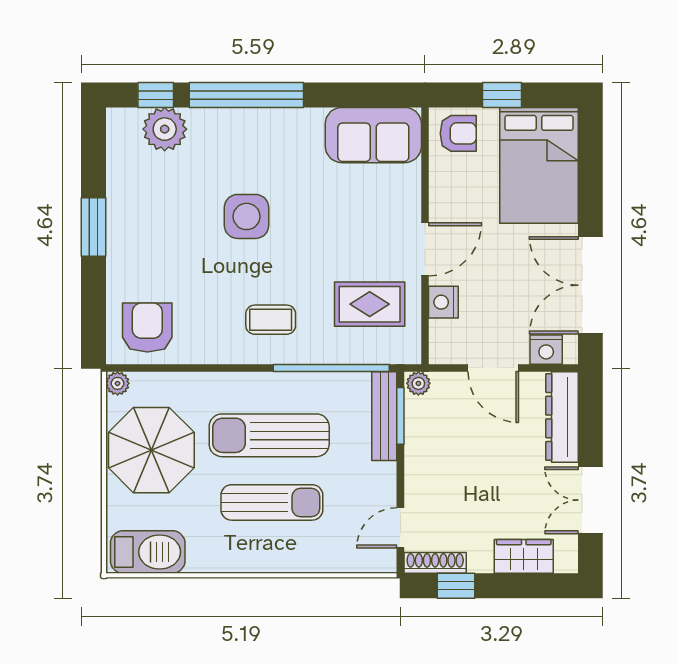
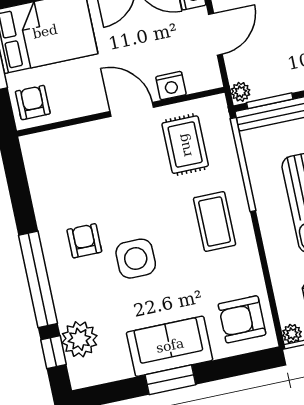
sofa: (373, 135) -> (170, 346), moved, turned -90
armchair: (281, 160) -> (84, 241), added
coffee table: (271, 320) -> (215, 221), width x1.36, depth x1.30

